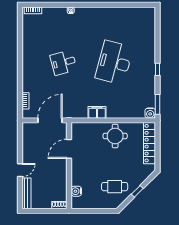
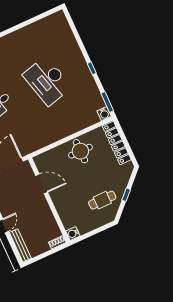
desk: (114, 63) -> (47, 81), turned -30
filing cabinet: (97, 112) -> (53, 136), removed
door: (69, 149) -> (42, 184), swing flipped
water cooler: (76, 191) -> (73, 233), moved

